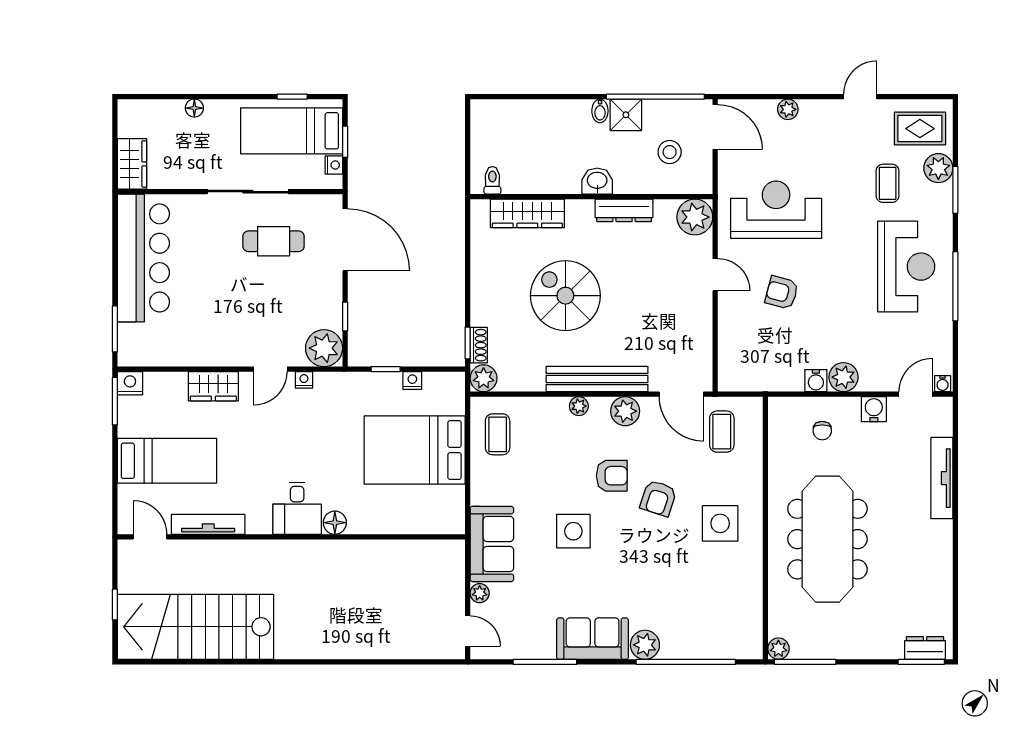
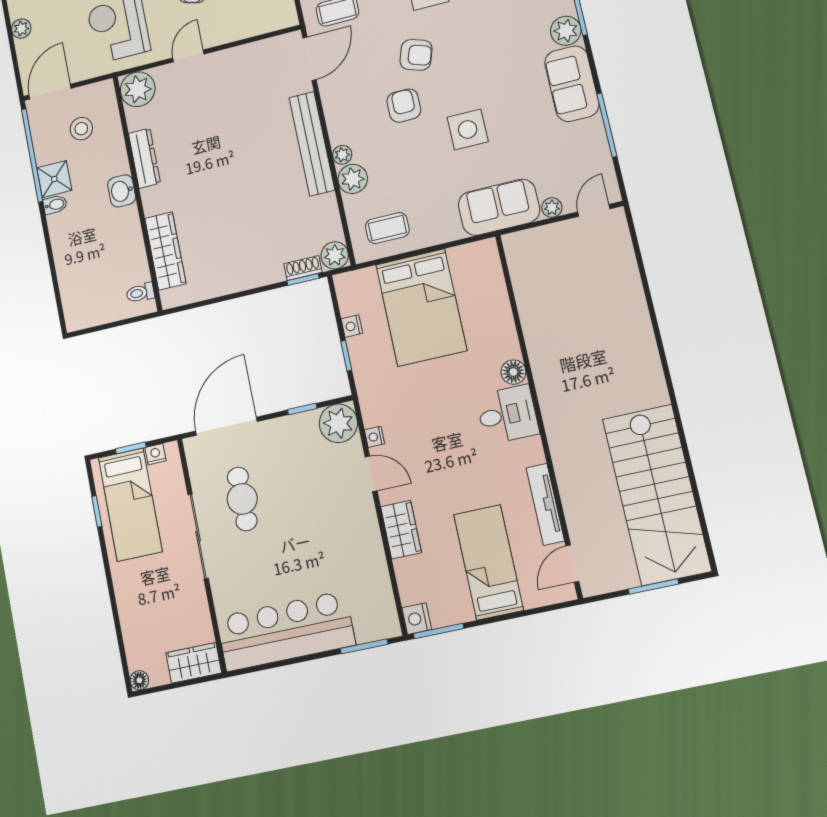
floor lamp: (194, 108) -> (139, 680), moved
spiral stairs: (565, 296) -> (237, 194), removed
plant: (625, 411) -> (353, 179), moved
window: (115, 605) -> (653, 587), width x1.50

